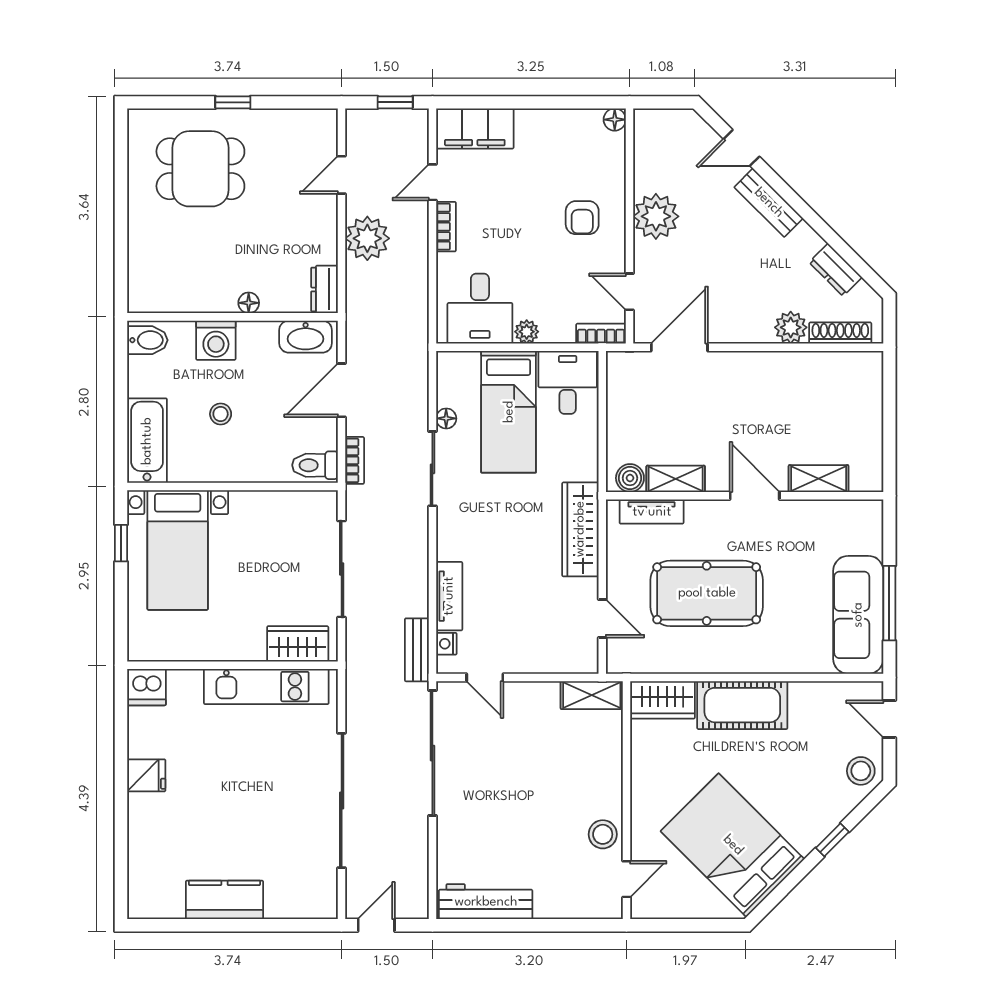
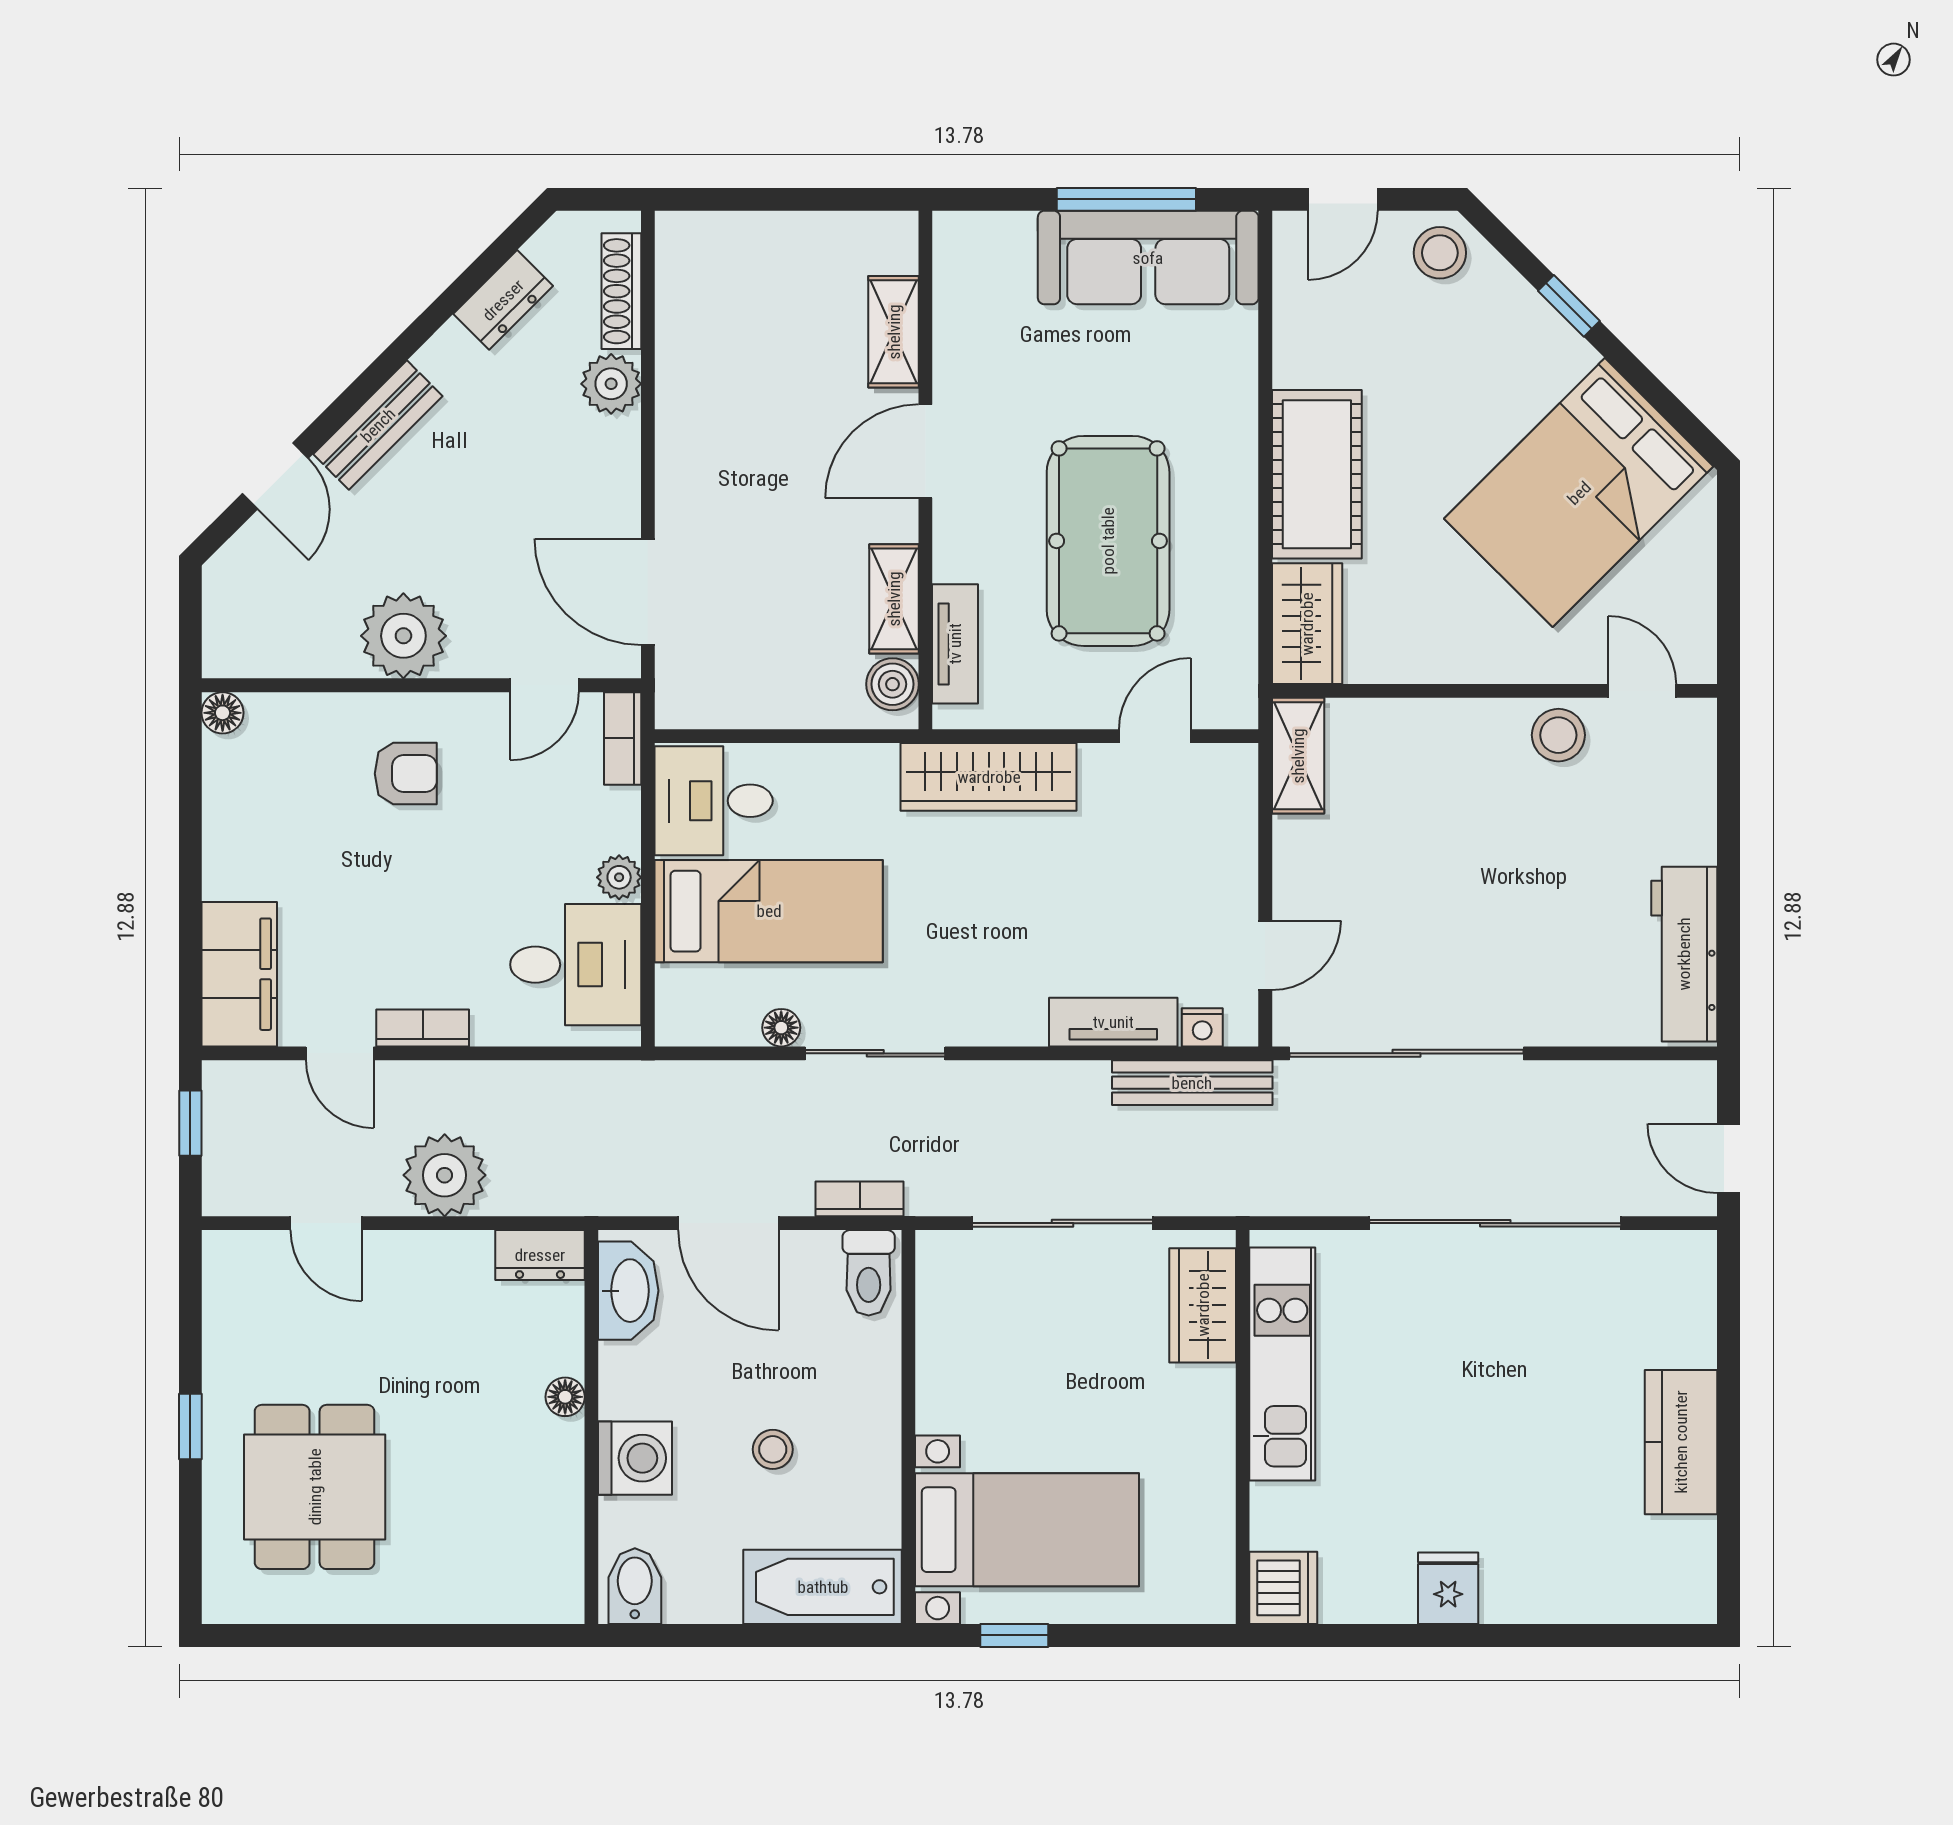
bench: (417, 650) -> (1192, 1083), width x1.36

